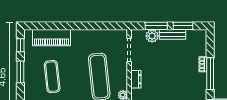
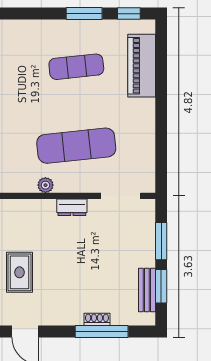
bench: (173, 34) -> (147, 290), moved
plant: (152, 36) -> (144, 234), removed
window: (210, 74) -> (102, 331), moved

